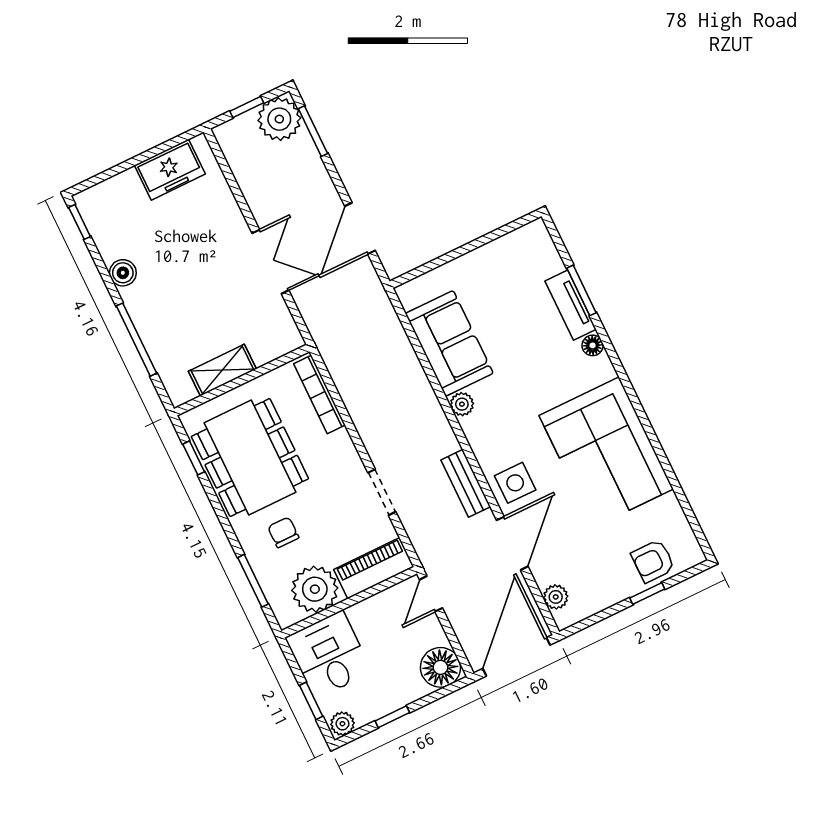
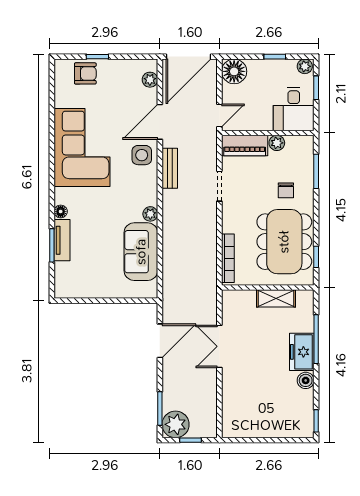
freezer: (170, 170) -> (302, 352), moved, turned -90
plant: (315, 589) -> (277, 143), width x0.53, depth x0.53

